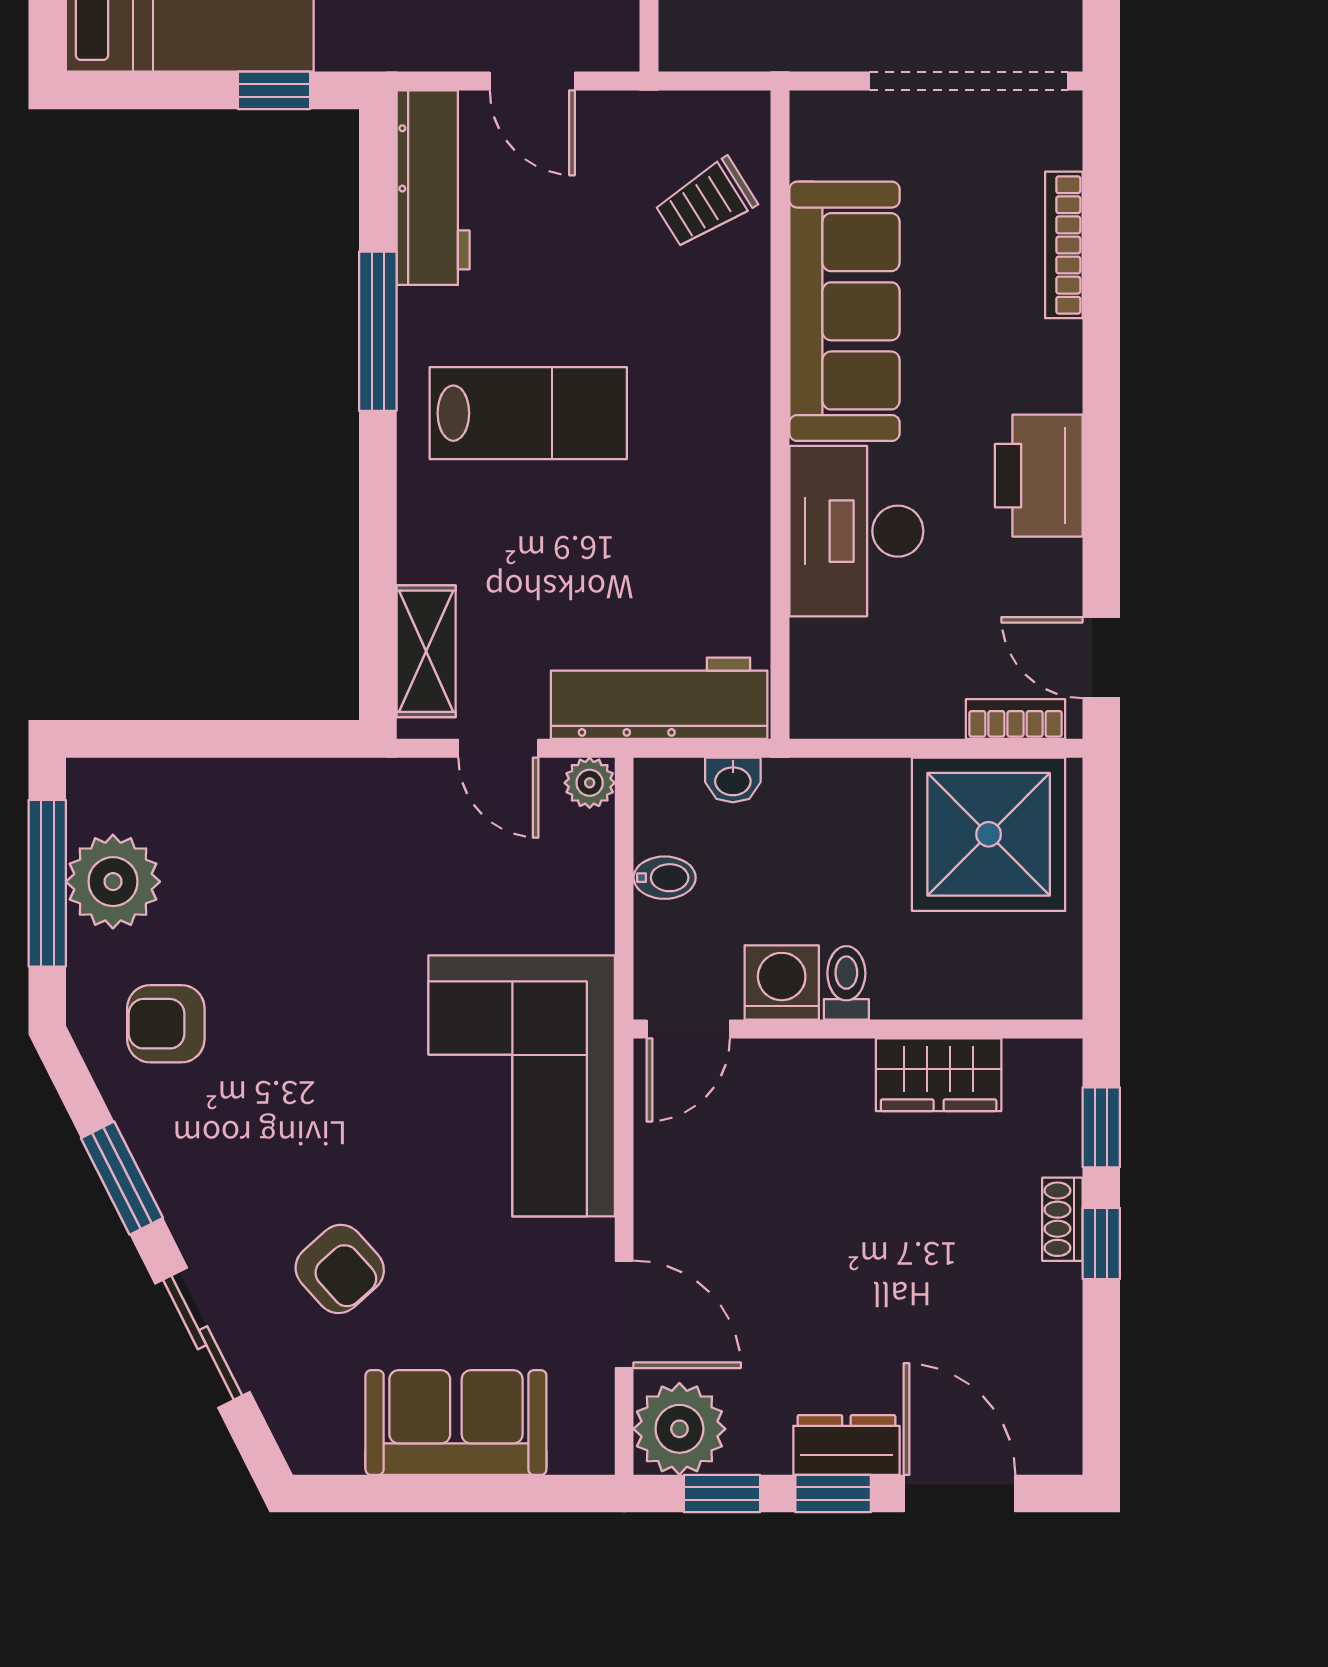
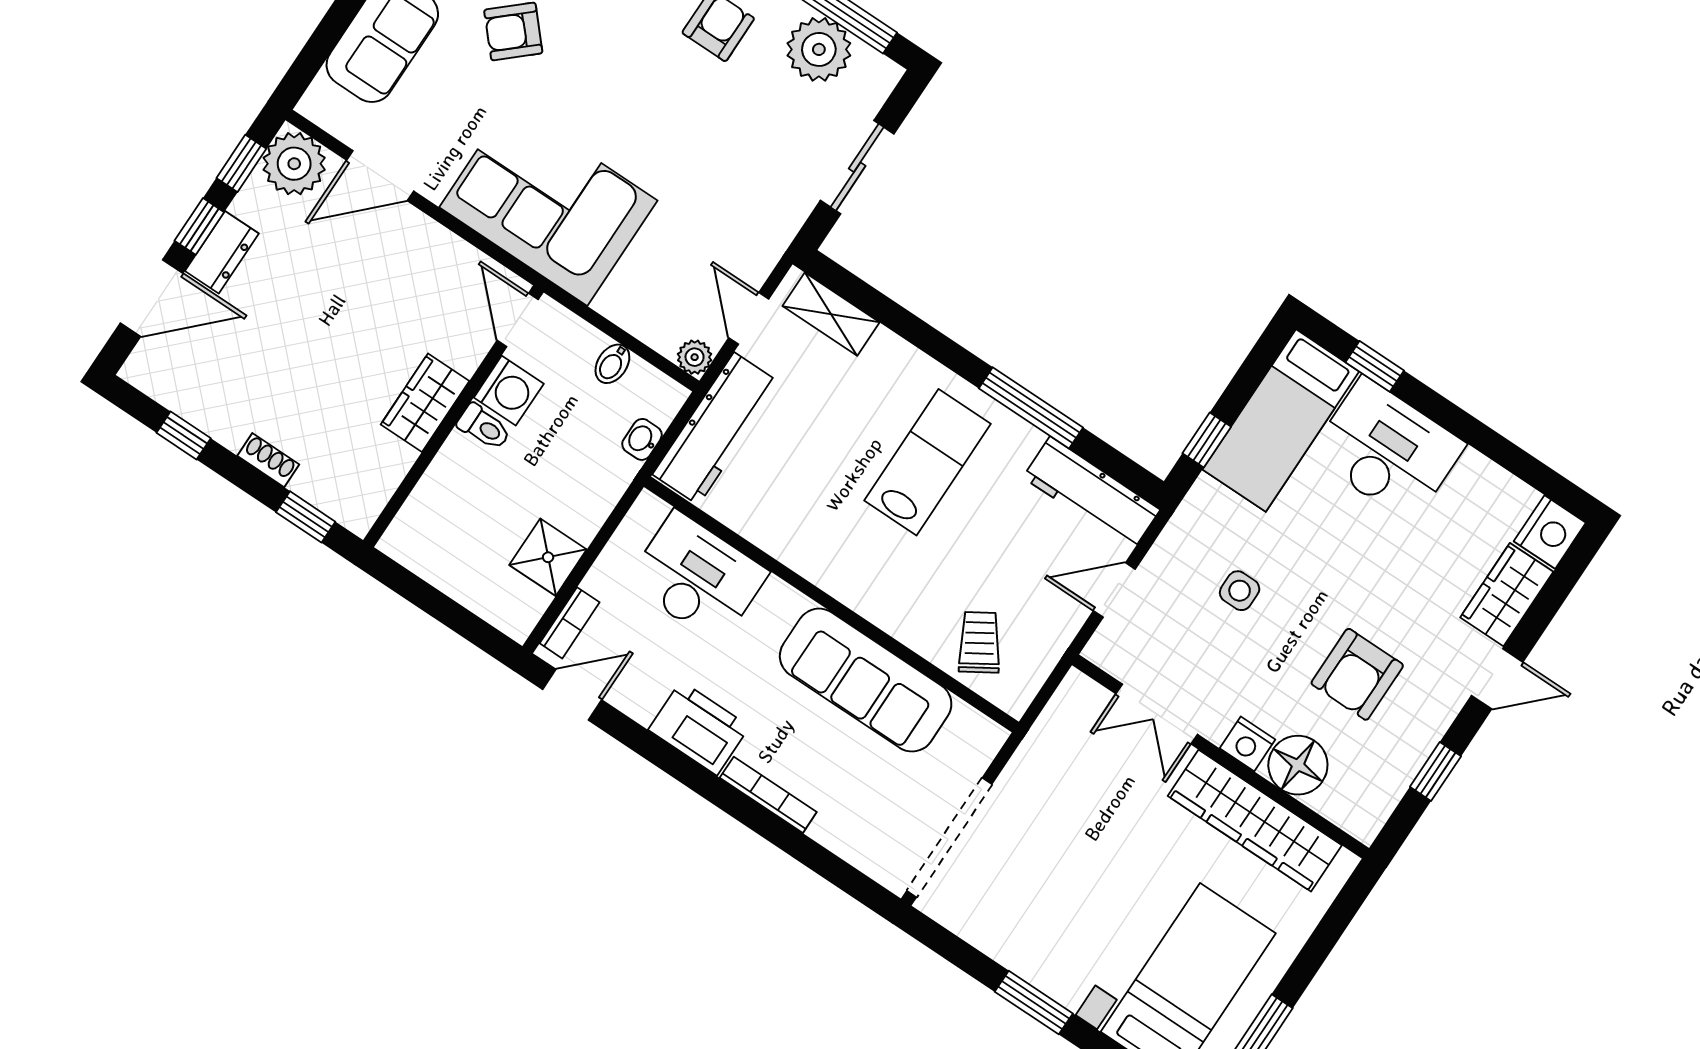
bookcase: (1064, 245) -> (768, 795), moved
lab bench: (528, 413) -> (927, 462), turned 180
desk: (856, 531) -> (697, 577), moved
sliding door: (226, 739) -> (857, 167), added
door: (498, 748) -> (749, 318), hinge flipped
shower: (989, 834) -> (548, 557), width x0.54, depth x0.54
wardrobe: (939, 1075) -> (425, 403), moved
window: (1101, 1243) -> (184, 436), moved

